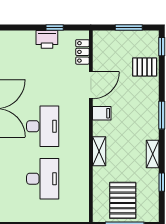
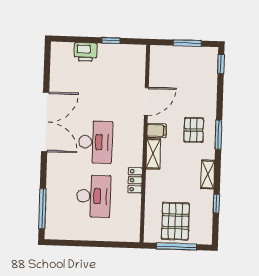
printer: (47, 39) -> (85, 52), moved
locker: (82, 52) -> (135, 180), moved
pallet: (145, 67) -> (194, 130), moved, turned 90
shelving: (99, 151) -> (153, 154), moved

